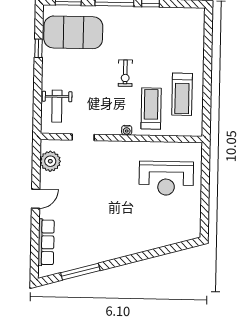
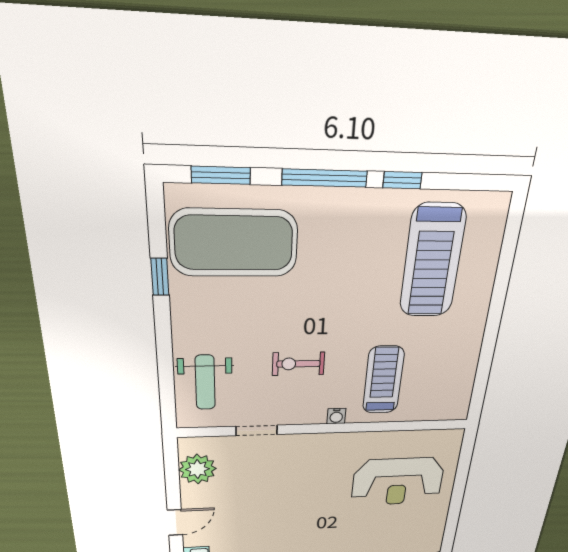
exercise bike: (125, 73) -> (298, 364), moved, turned 90
treadmill: (182, 94) -> (432, 261), moved, width x1.37, depth x1.38

